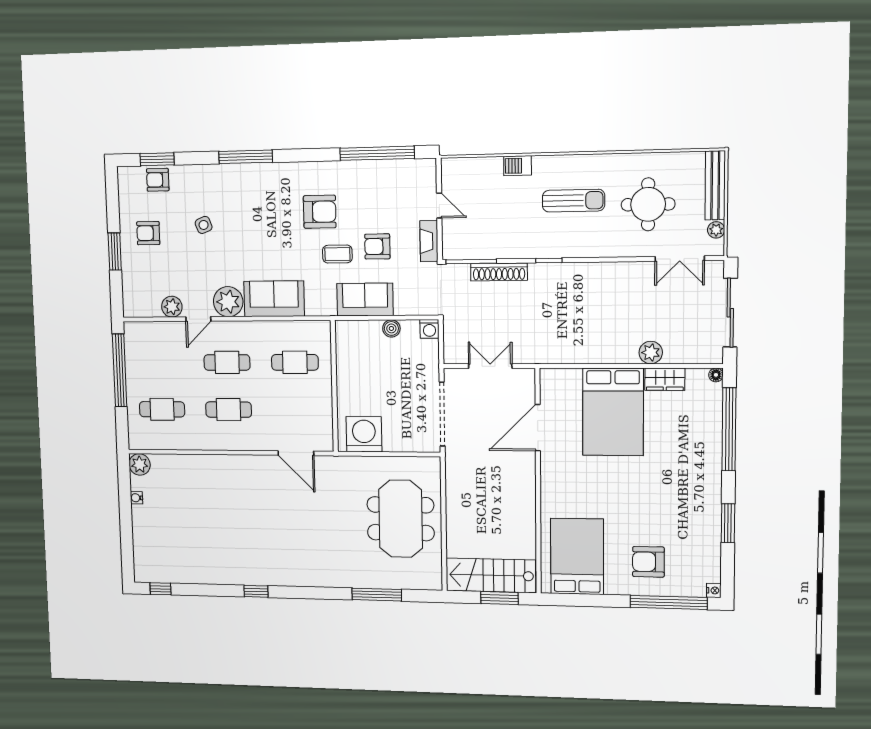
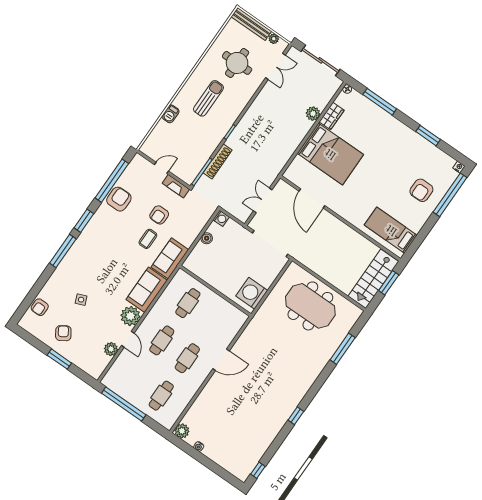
window: (157, 159) -> (84, 221), moved
armchair: (320, 212) -> (119, 199), moved
armchair: (148, 233) -> (63, 333), turned 147
sofa: (365, 299) -> (170, 258), moved
window: (729, 429) -> (380, 102), width x0.68
door: (296, 453) -> (221, 360), moved
bed: (577, 556) -> (391, 230), width x0.67

